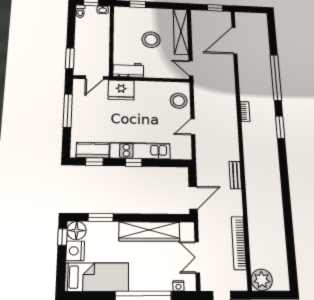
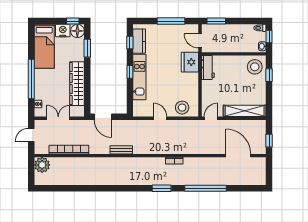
stool: (151, 40) -> (255, 67), moved

